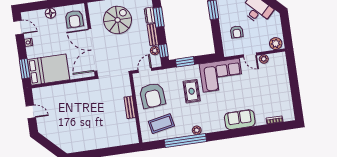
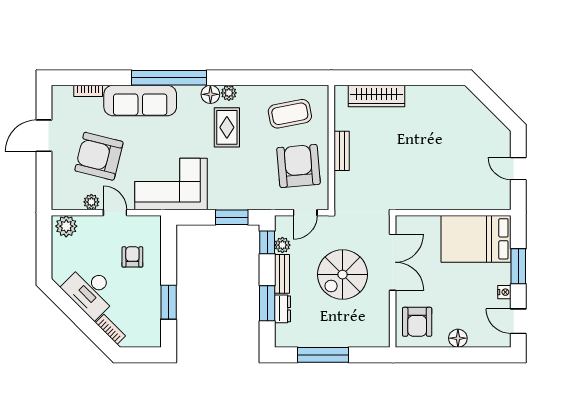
armchair: (74, 19) -> (417, 322), turned 180
spiral stairs: (118, 20) -> (343, 275), moved
double door: (93, 50) -> (393, 262), width x0.73
window: (25, 69) -> (518, 266), moved
armchair: (263, 85) -> (99, 156), added
rug: (192, 91) -> (227, 127), moved
door: (295, 92) -> (44, 136), added
sofa: (240, 120) -> (140, 101), width x1.36
floor lamp: (207, 128) -> (210, 94), added
wardrobe: (115, 140) -> (377, 96), added
window: (185, 140) -> (169, 78), moved

